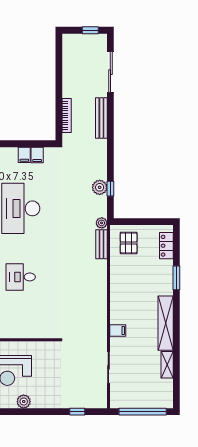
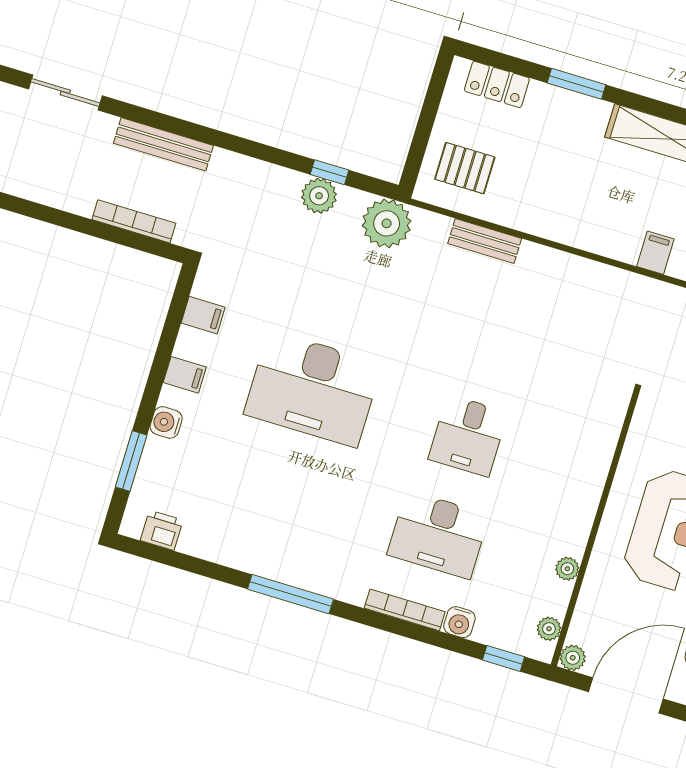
sliding door: (110, 72) -> (65, 92), width x0.73
filing cabinet: (24, 155) -> (185, 375), moved
plant: (102, 223) -> (387, 223), width x1.87, depth x1.87
bench: (102, 244) -> (485, 241), moved

